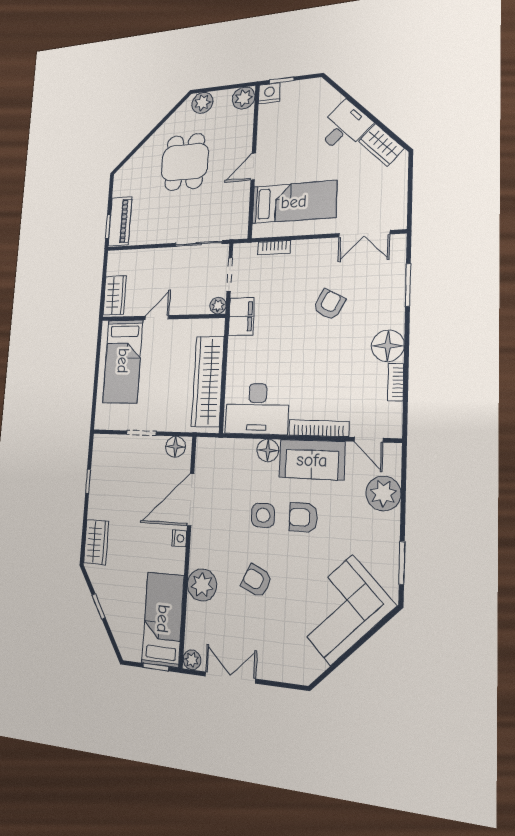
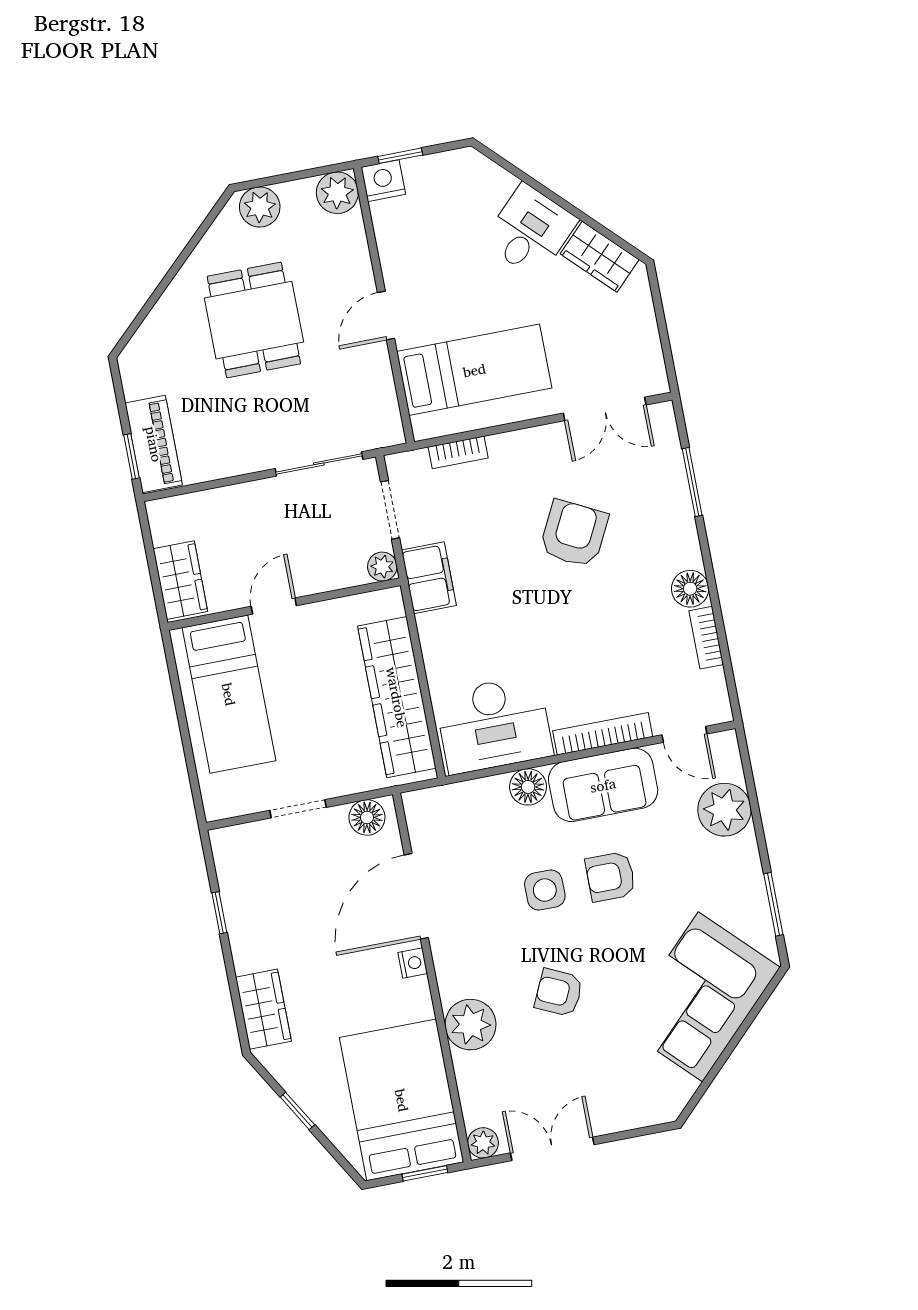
armchair: (329, 305) -> (574, 534), width x1.38, depth x1.38
floor lamp: (388, 346) -> (690, 589), width x0.73, depth x0.73
bed: (163, 619) -> (402, 1100), width x1.50

